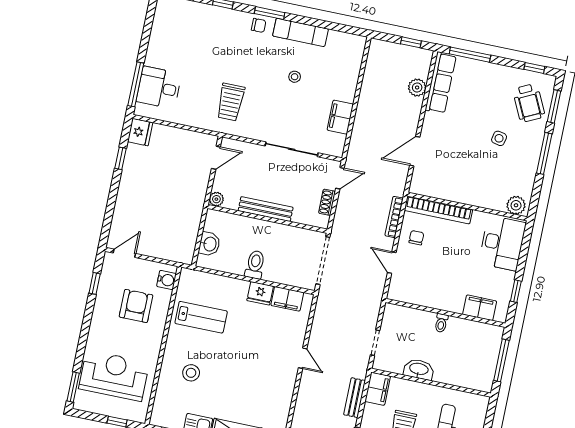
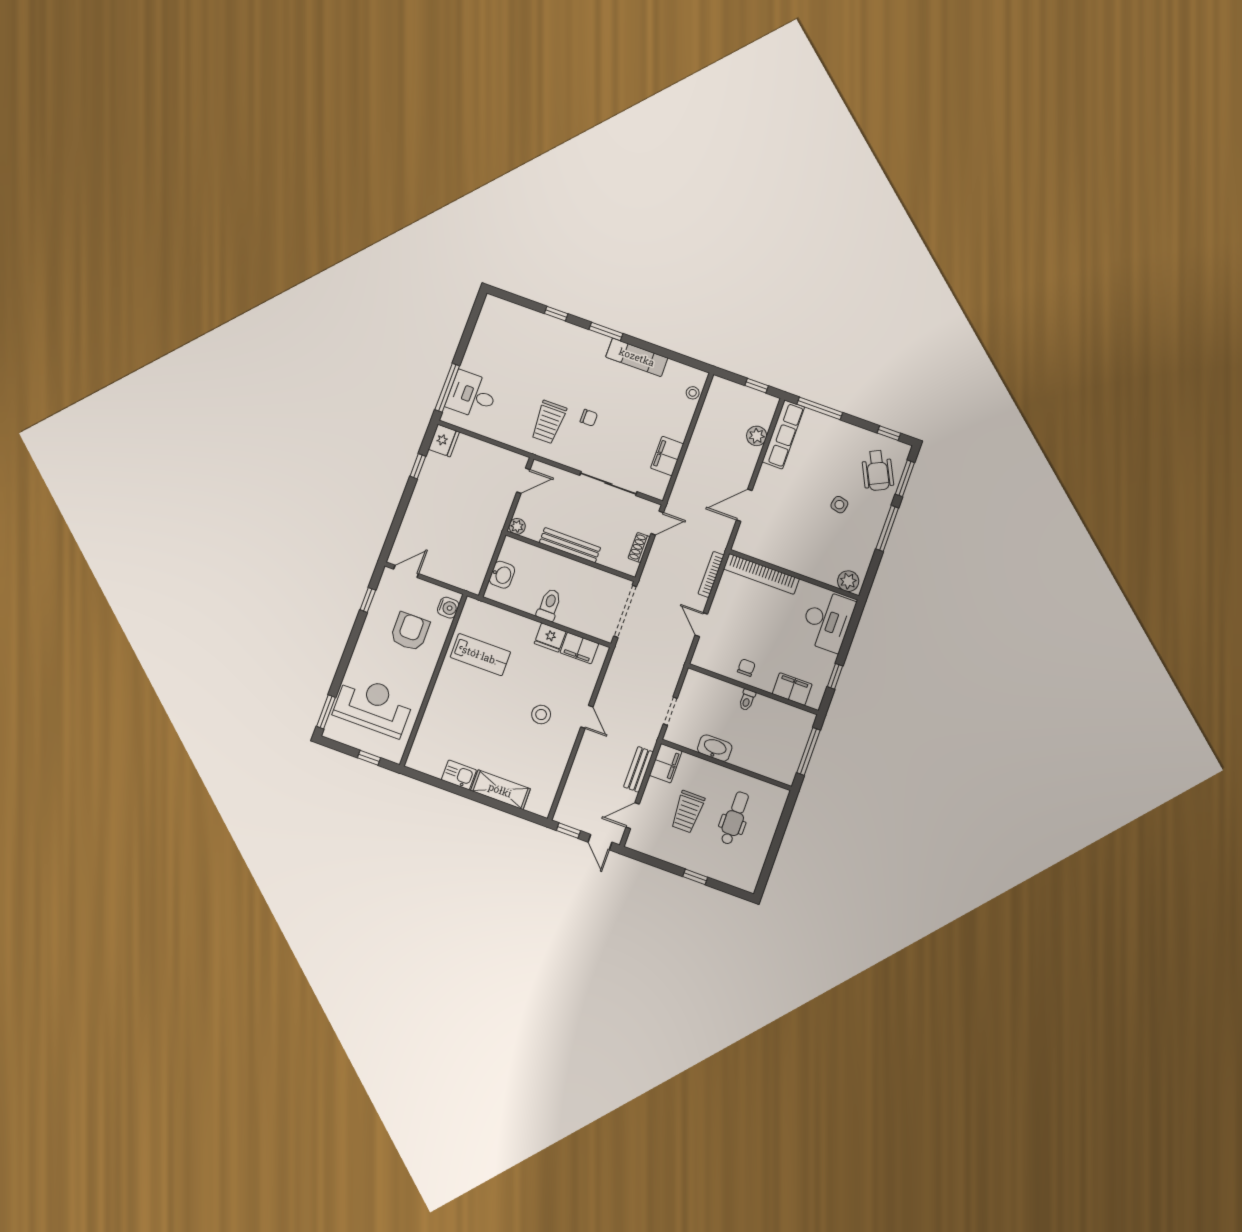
chair: (259, 25) -> (589, 418), moved
stool: (295, 77) -> (693, 393), moved
chair: (416, 238) -> (746, 668), moved
stool: (191, 373) -> (541, 715), moved

